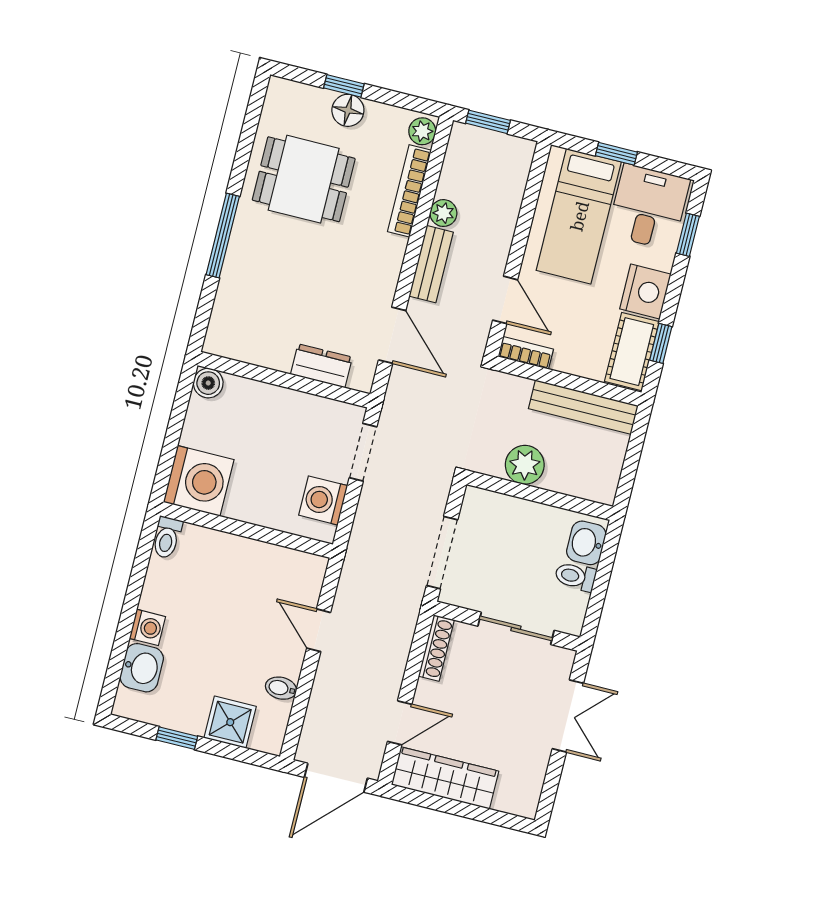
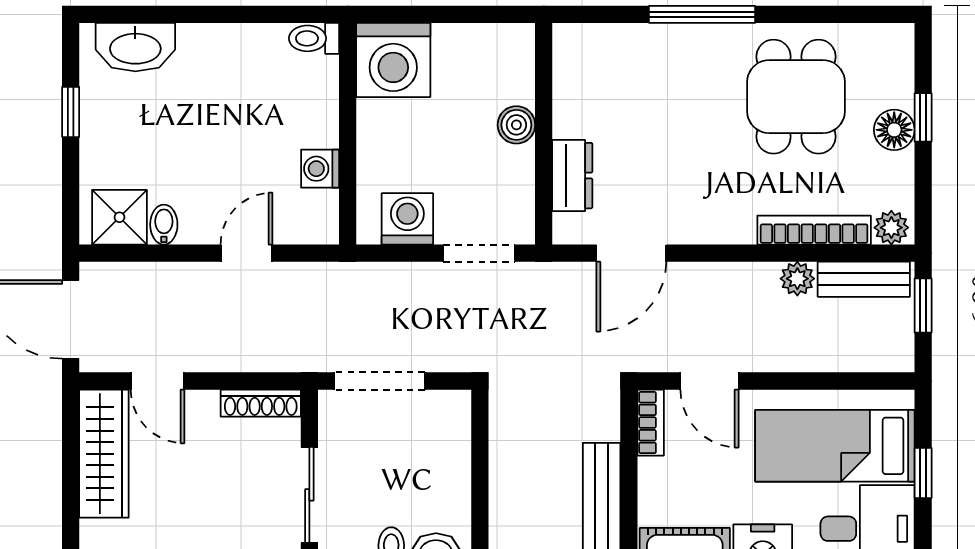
bench: (431, 264) -> (864, 279), moved
door: (505, 300) -> (709, 381), hinge flipped
boiler: (208, 383) -> (516, 125), moved
plant: (525, 465) -> (513, 456), removed
washing machine: (147, 627) -> (320, 169), moved, turned 90
washbasin: (142, 668) -> (135, 47), width x1.38
shower: (230, 722) -> (119, 217), moved

